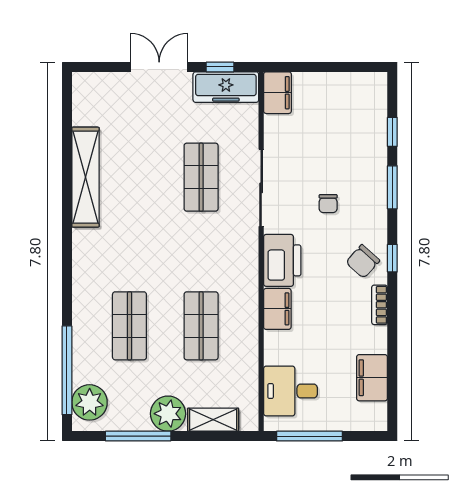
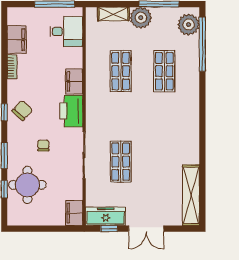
round table: (354, 139) -> (27, 185), added
shelving: (85, 177) -> (191, 195), moved
bookcase: (380, 305) -> (12, 67), moved

